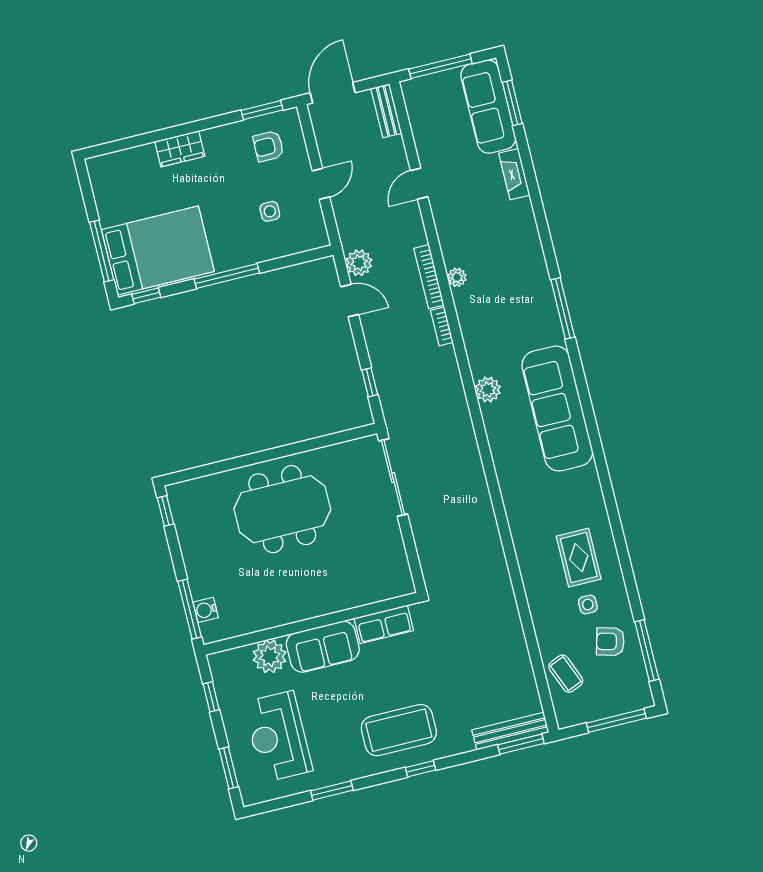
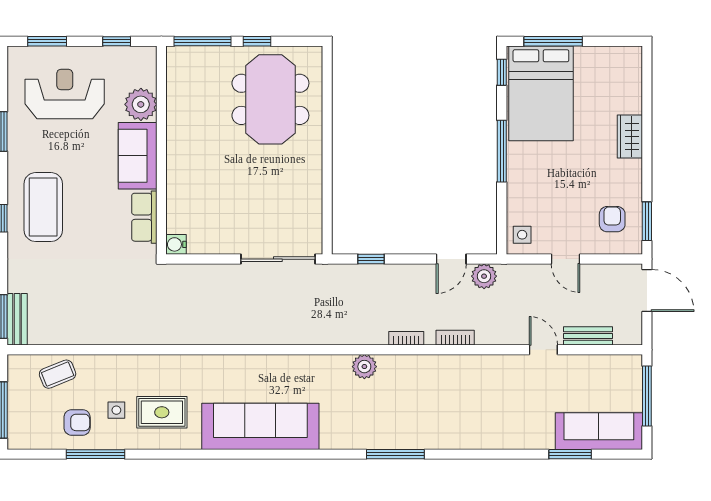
window: (512, 103) -> (570, 454), moved
bench: (386, 111) -> (588, 336), moved
fireplace: (514, 174) -> (531, 440), removed
side table: (270, 211) -> (522, 235), moved
bookcase: (429, 277) -> (455, 338), width x0.64
plant: (457, 277) -> (448, 363), removed
plant: (488, 389) -> (364, 367), moved
sofa: (557, 409) -> (260, 426), moved
meeting table: (282, 509) -> (270, 99), moved
window: (165, 511) -> (257, 41), moved
water cooler: (206, 610) -> (176, 244), moved, turned -90
armchair: (610, 642) -> (77, 422), turned 75
window: (647, 651) -> (96, 454), moved
bench: (510, 731) -> (17, 319), width x0.73

